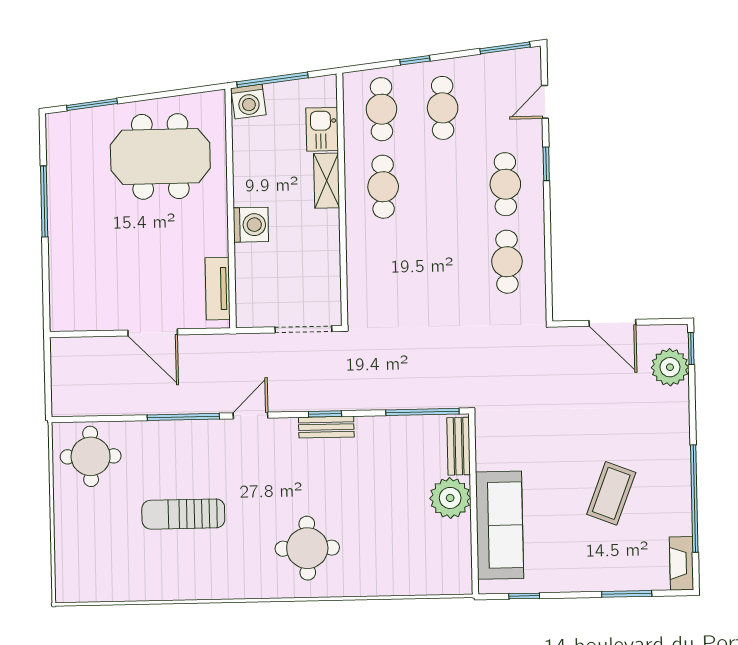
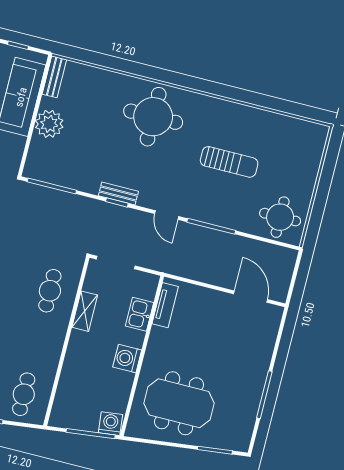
kitchen sink: (322, 129) -> (139, 314), moved, turned 180
shelving: (327, 181) -> (85, 311), moved
cafe table: (383, 187) -> (50, 291), moved
washing machine: (251, 225) -> (127, 359), moved
door: (153, 332) -> (251, 297), moved
door: (250, 415) -> (167, 215), hinge flipped
bench: (459, 446) -> (54, 77), moved
round table: (307, 548) -> (153, 117), width x1.36, depth x1.36

